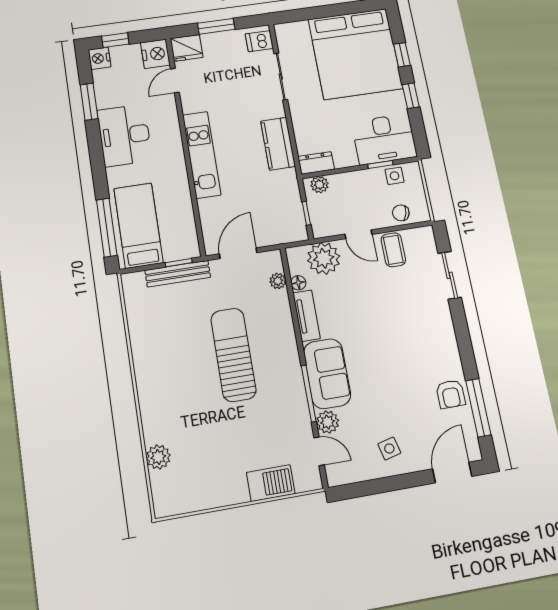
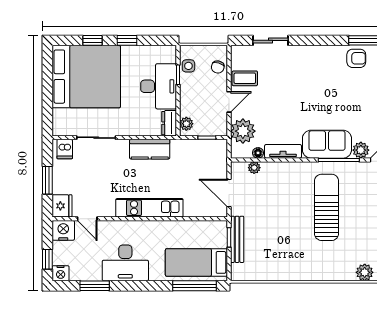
desk: (384, 139) -> (159, 86), moved
sun lounger: (233, 355) -> (327, 207), moved, turned 90

